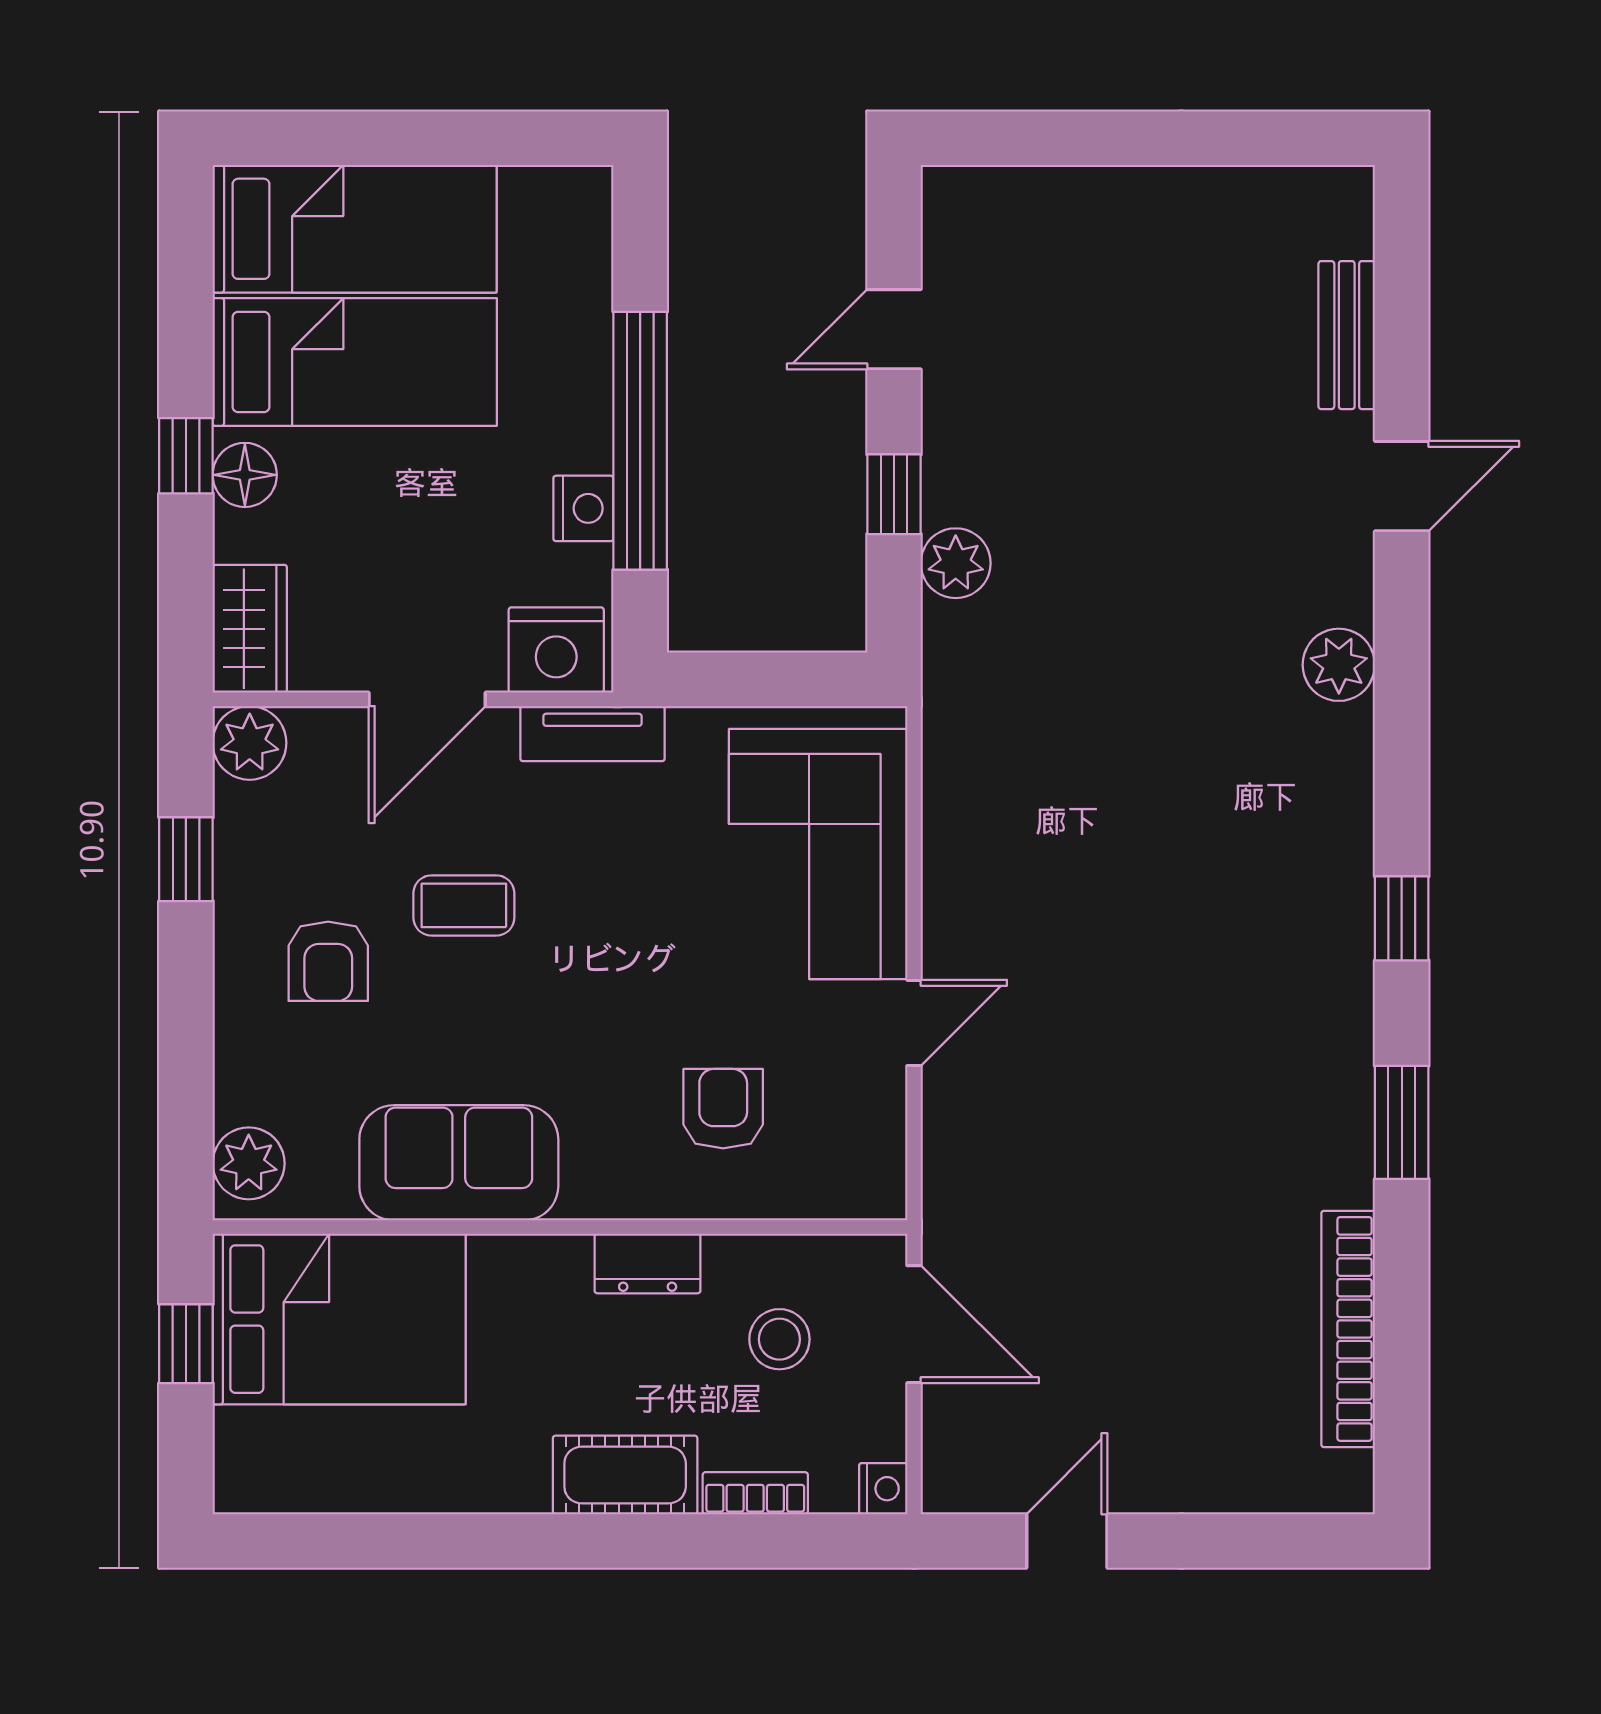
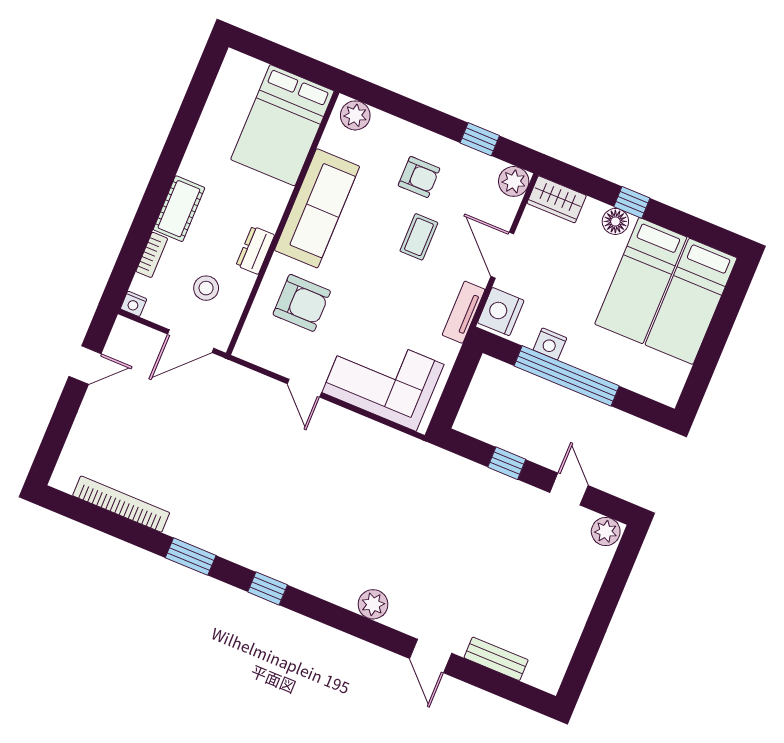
plant: (956, 563) -> (606, 531), moved
armchair: (328, 961) -> (419, 177), turned 180
armchair: (723, 1109) -> (302, 303), width x1.38, depth x1.38
sofa: (459, 1163) -> (317, 208), width x1.36
window: (186, 1344) -> (297, 64), removed
door: (1067, 1541) -> (85, 365), hinge flipped

